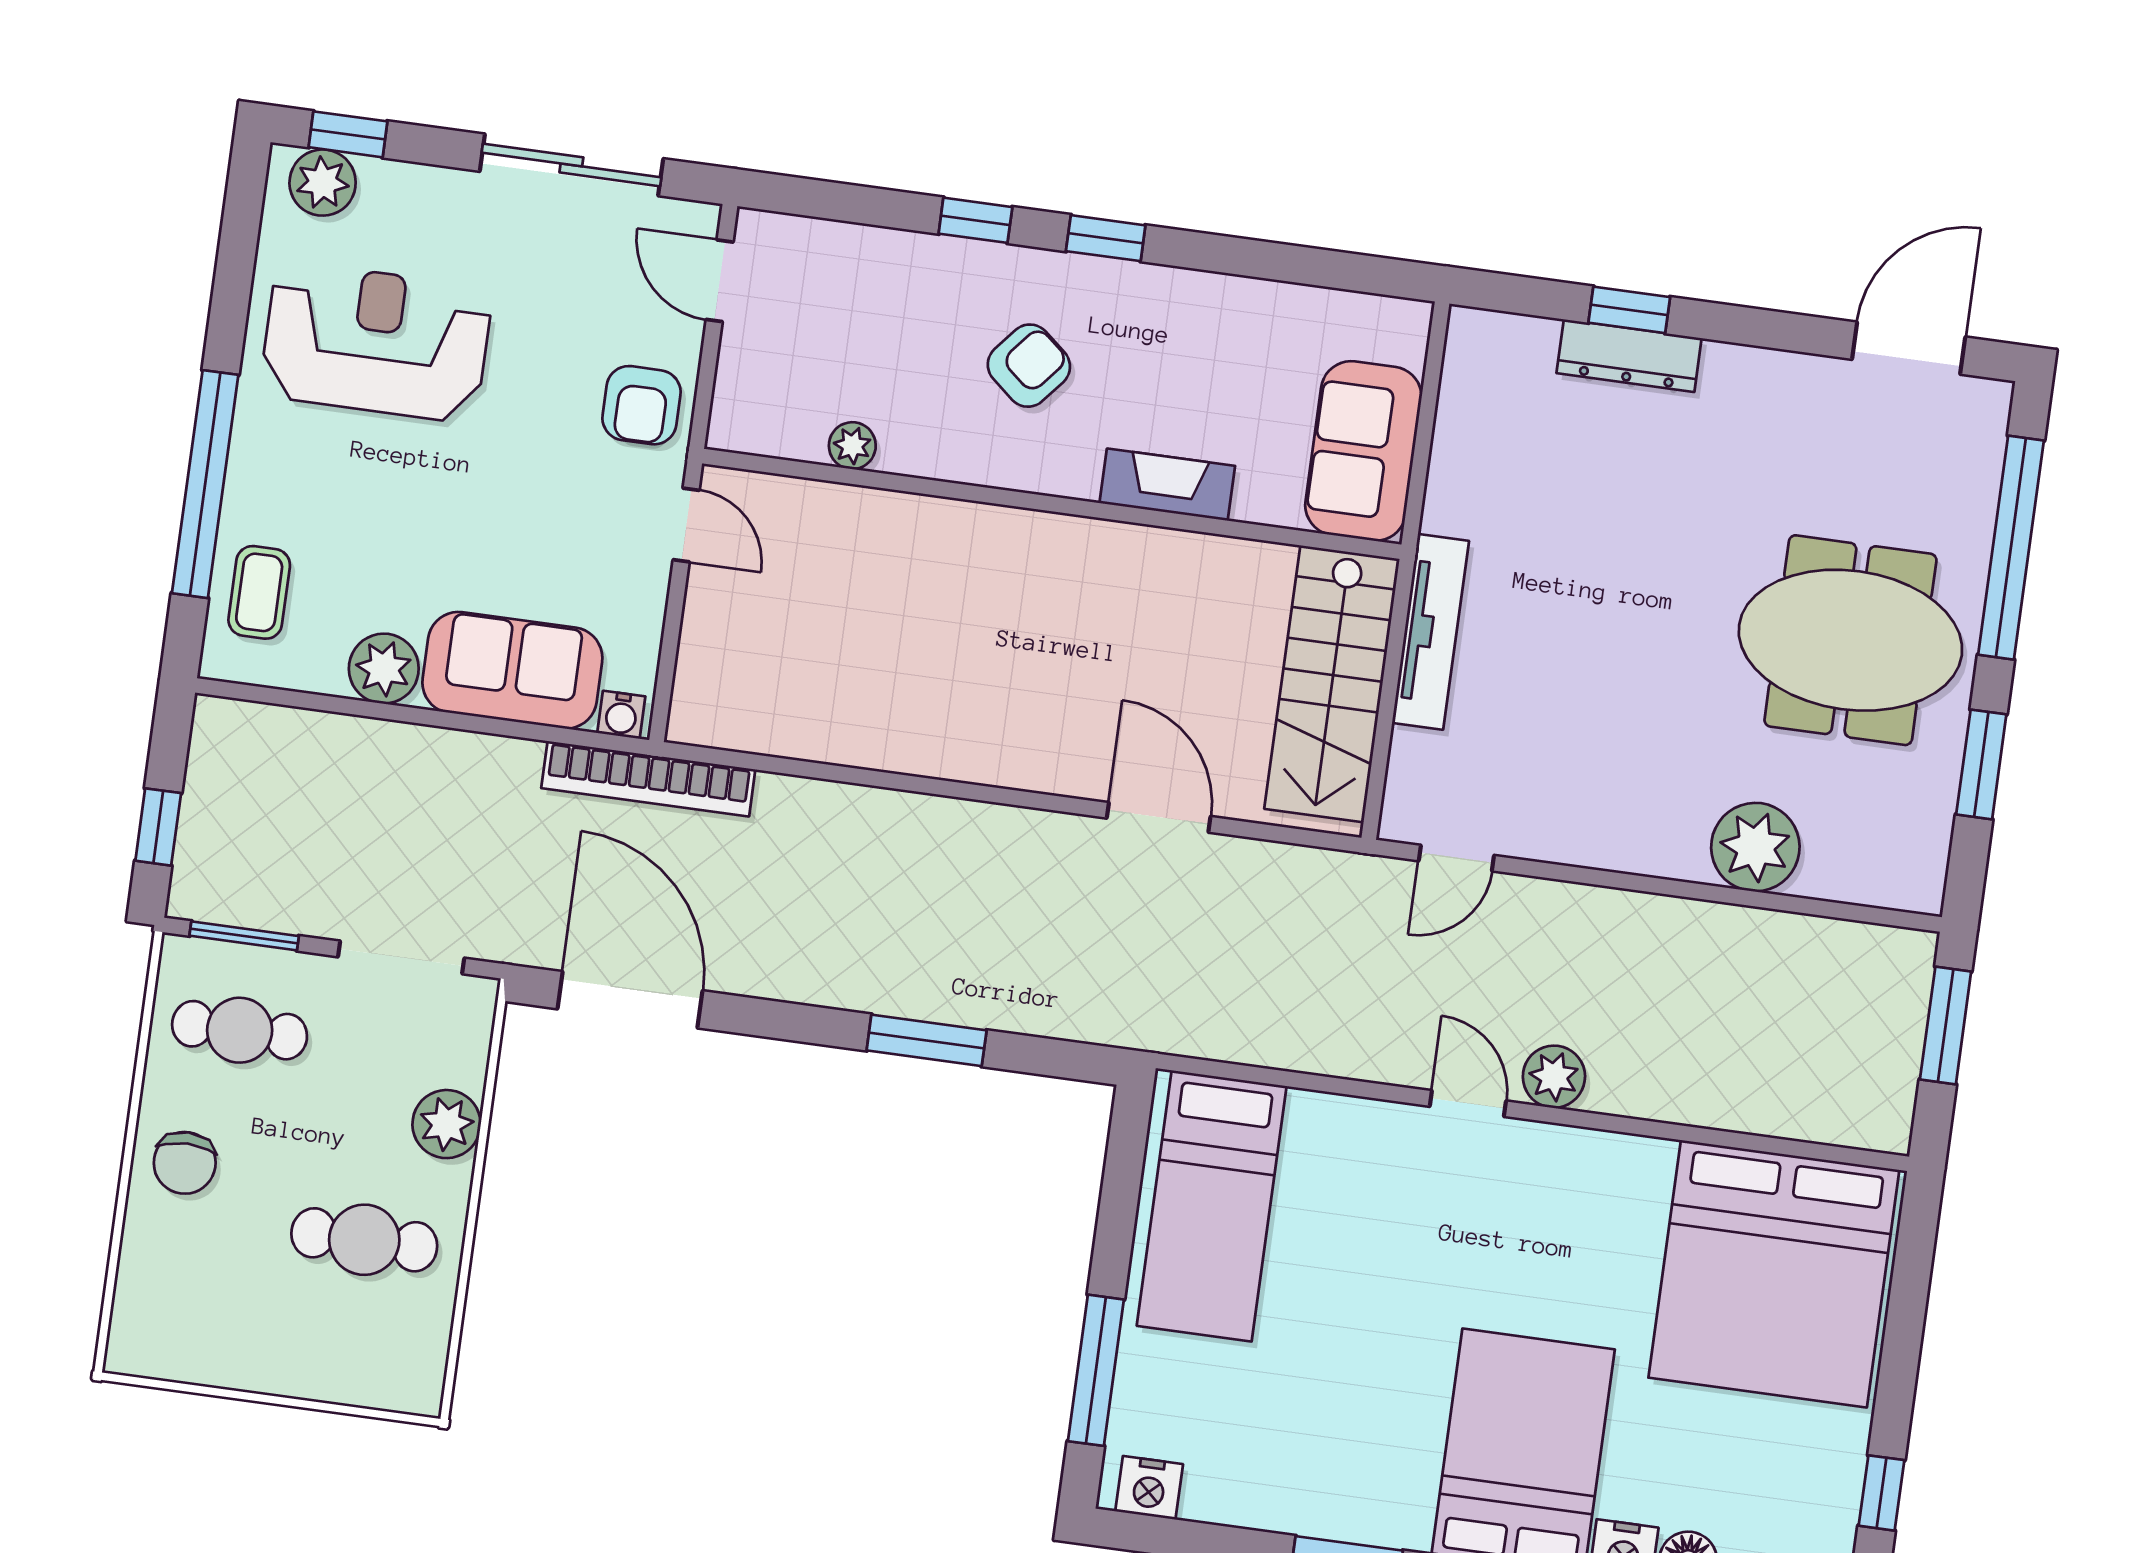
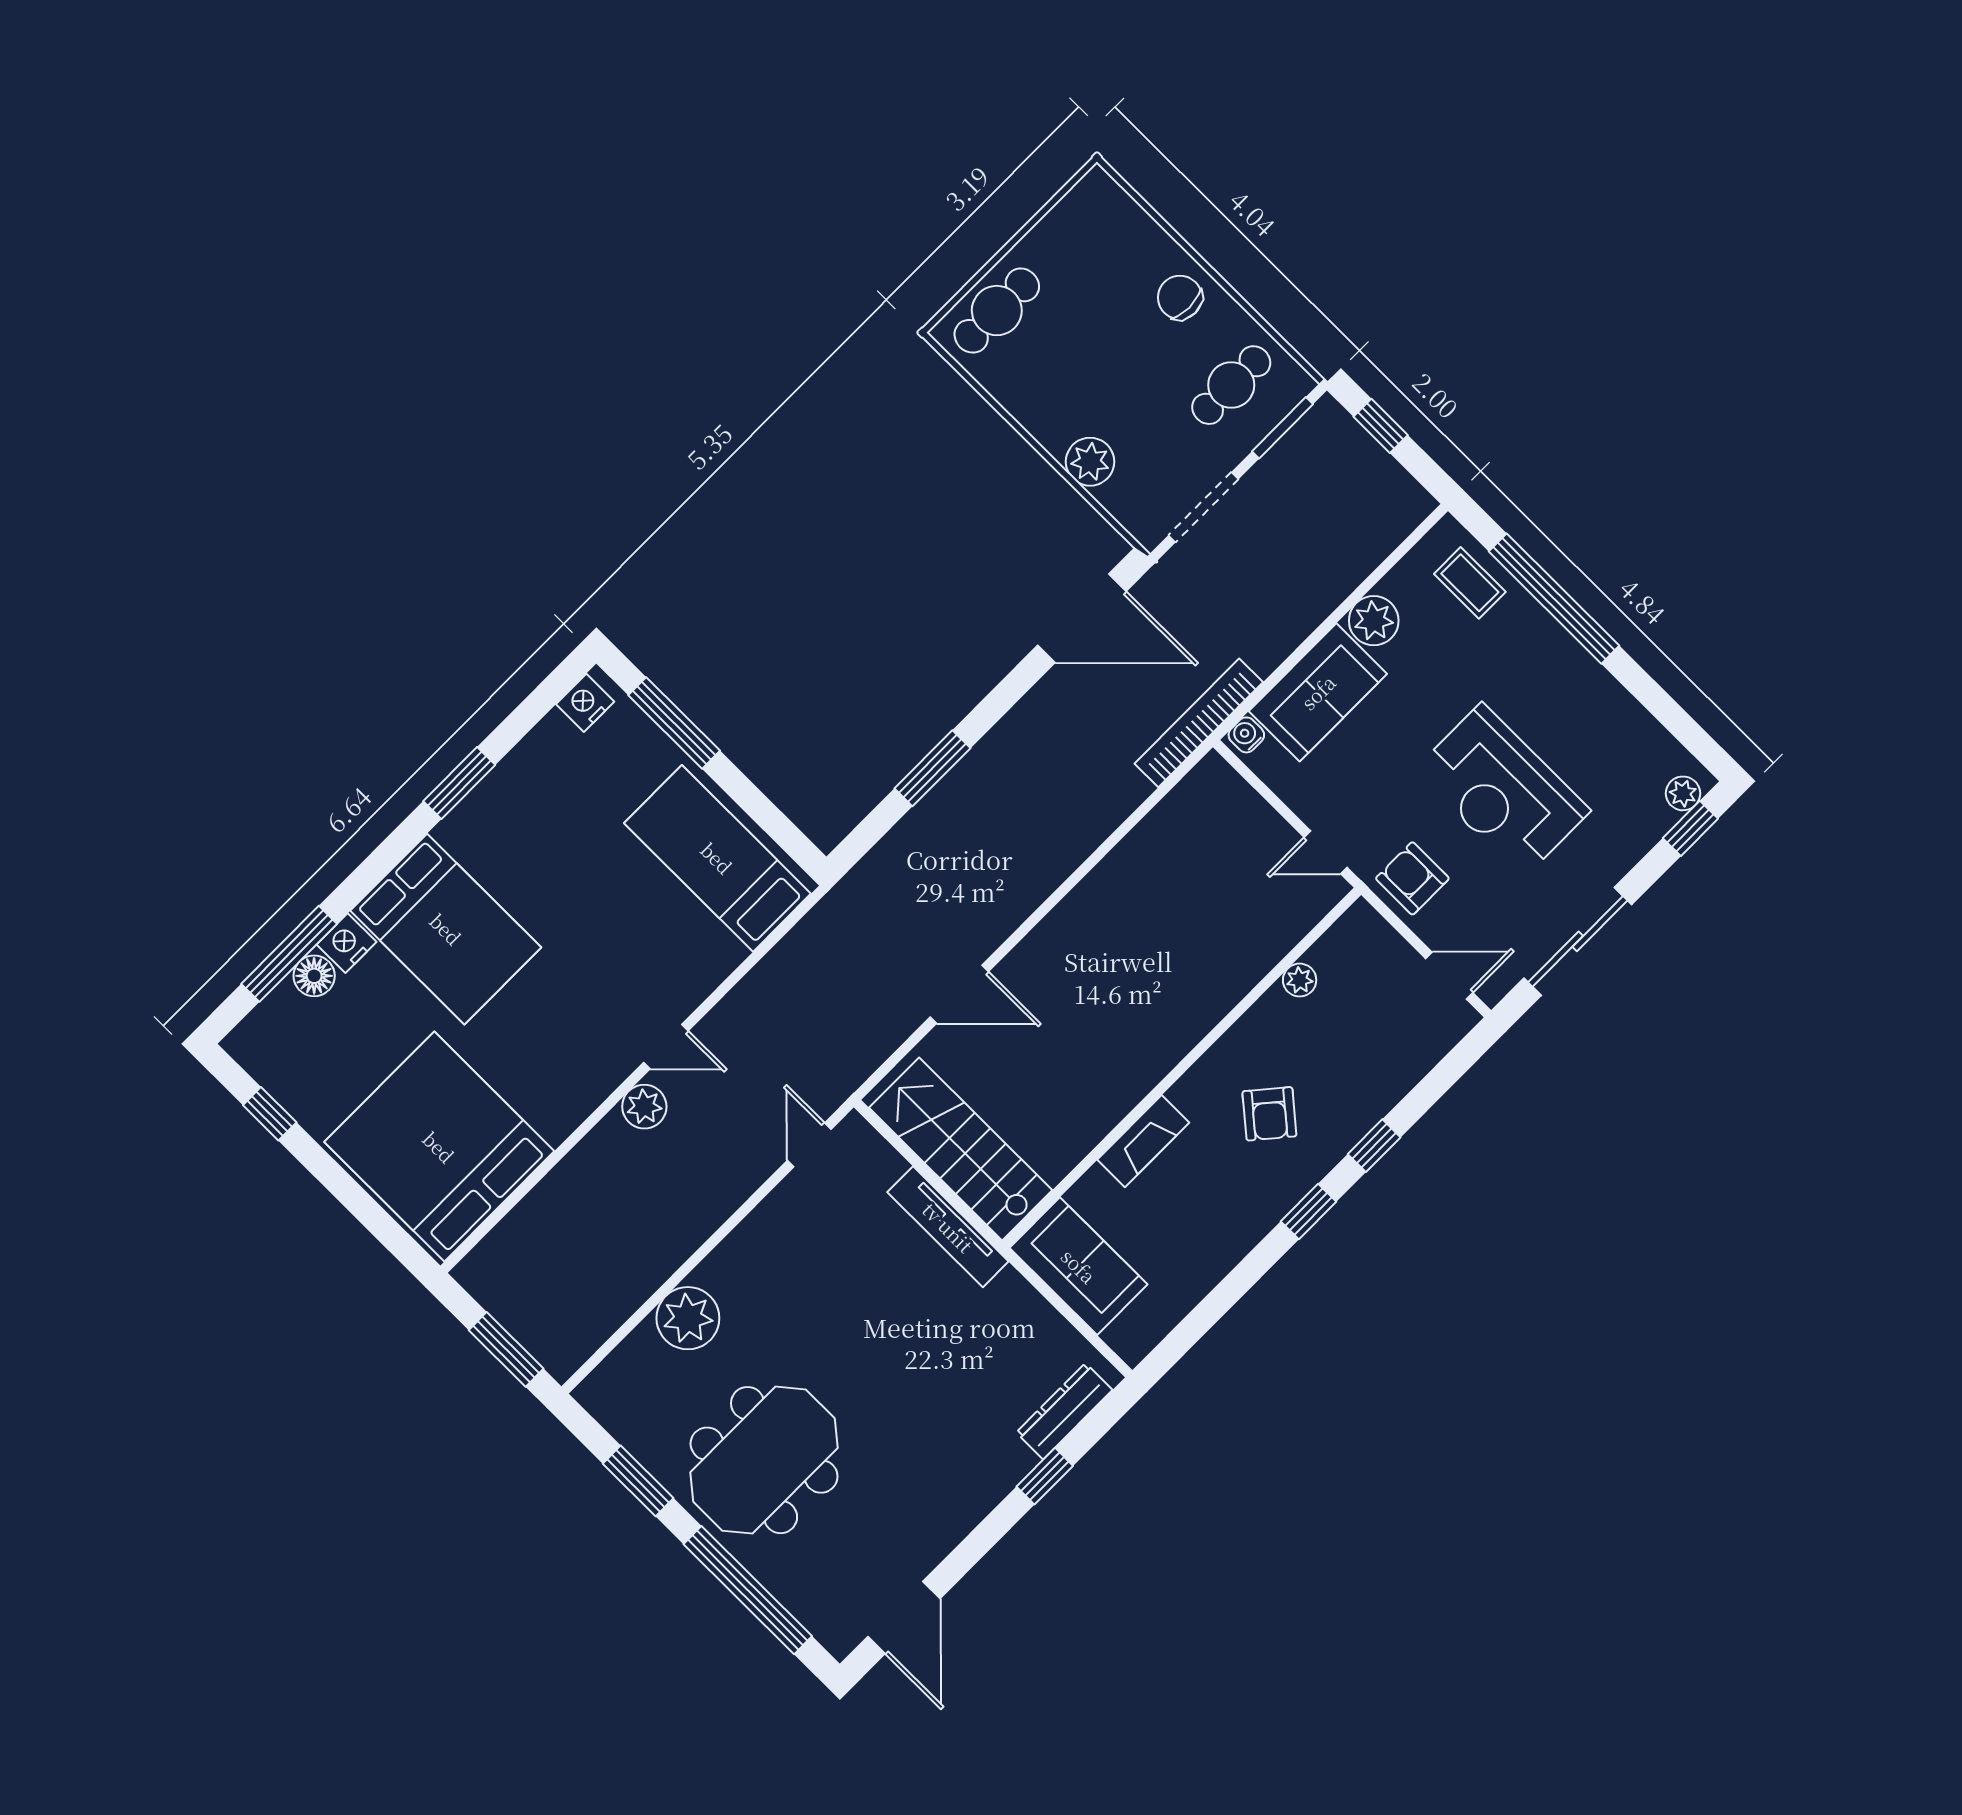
plant: (323, 183) -> (1683, 793), width x0.73, depth x0.73
reception desk: (376, 342) -> (1502, 791), moved, turned 90
dresser: (1629, 356) -> (1064, 1411), moved
cafe table: (364, 1240) -> (997, 311), moved

